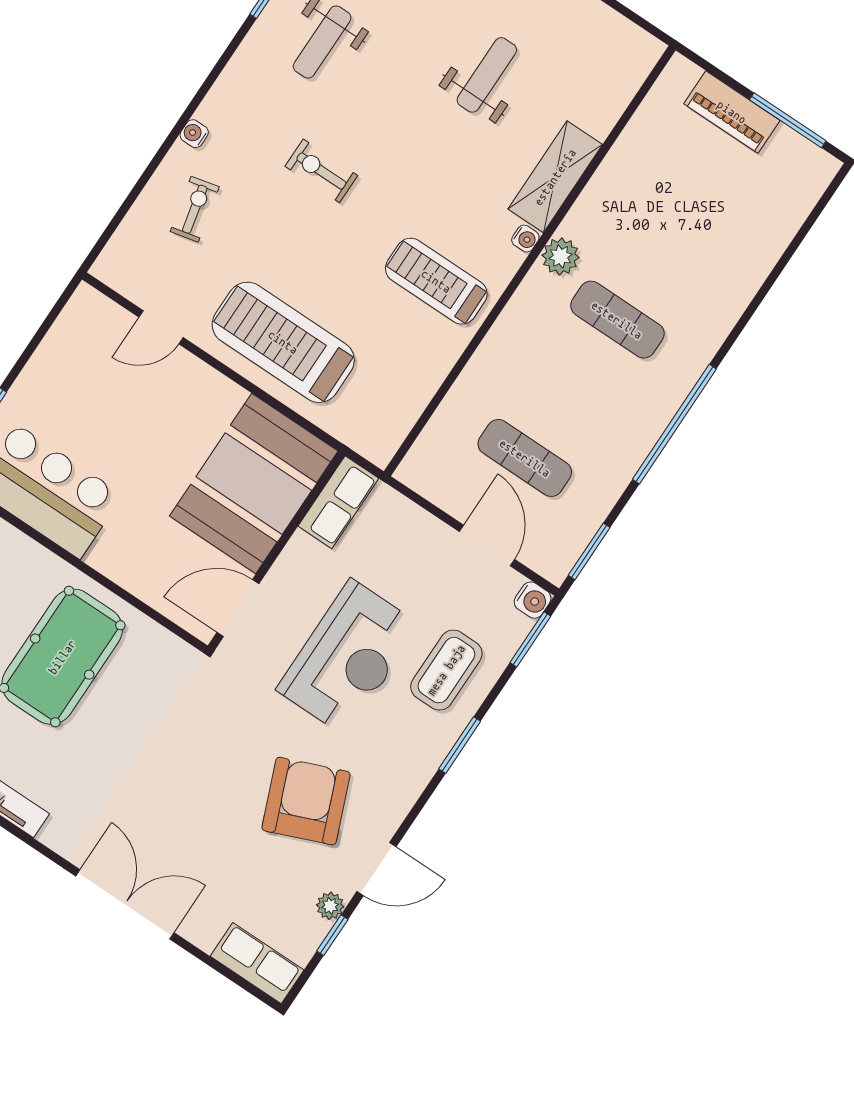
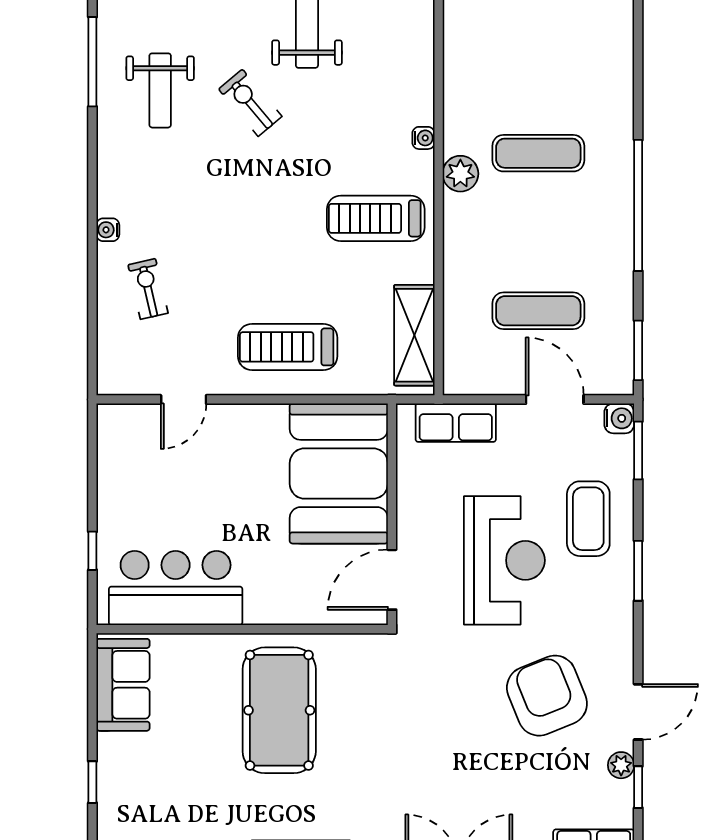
exercise bike: (321, 171) -> (250, 103), moved, turned 50
shelving: (555, 177) -> (414, 335), moved
plant: (561, 256) -> (460, 174), moved
treadmill: (283, 342) -> (288, 347), width x0.73, depth x0.73
row of seats: (338, 502) -> (456, 423), moved, turned 90

